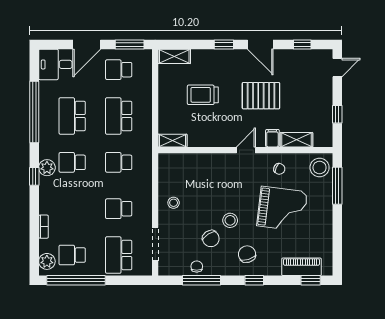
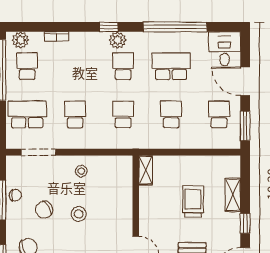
shelving: (174, 56) -> (233, 195), moved
school desk: (119, 116) -> (171, 114), width x0.54
stool: (230, 220) -> (79, 214), moved

